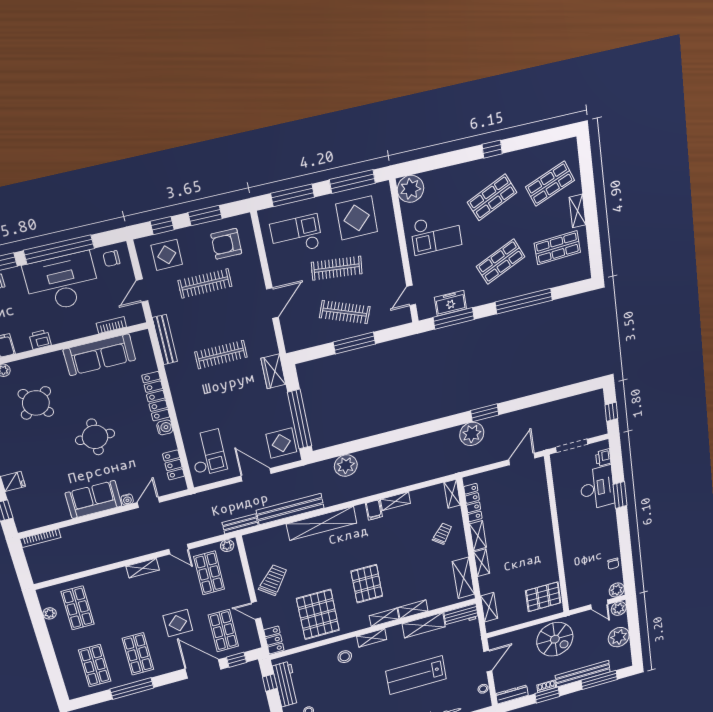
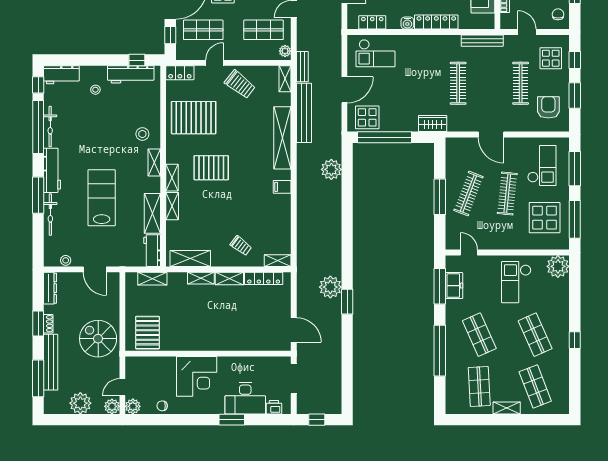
shelving: (395, 501) -> (285, 79), moved
corner desk: (581, 540) -> (197, 376), added
spiral stairs: (555, 639) -> (98, 339), turned 90

